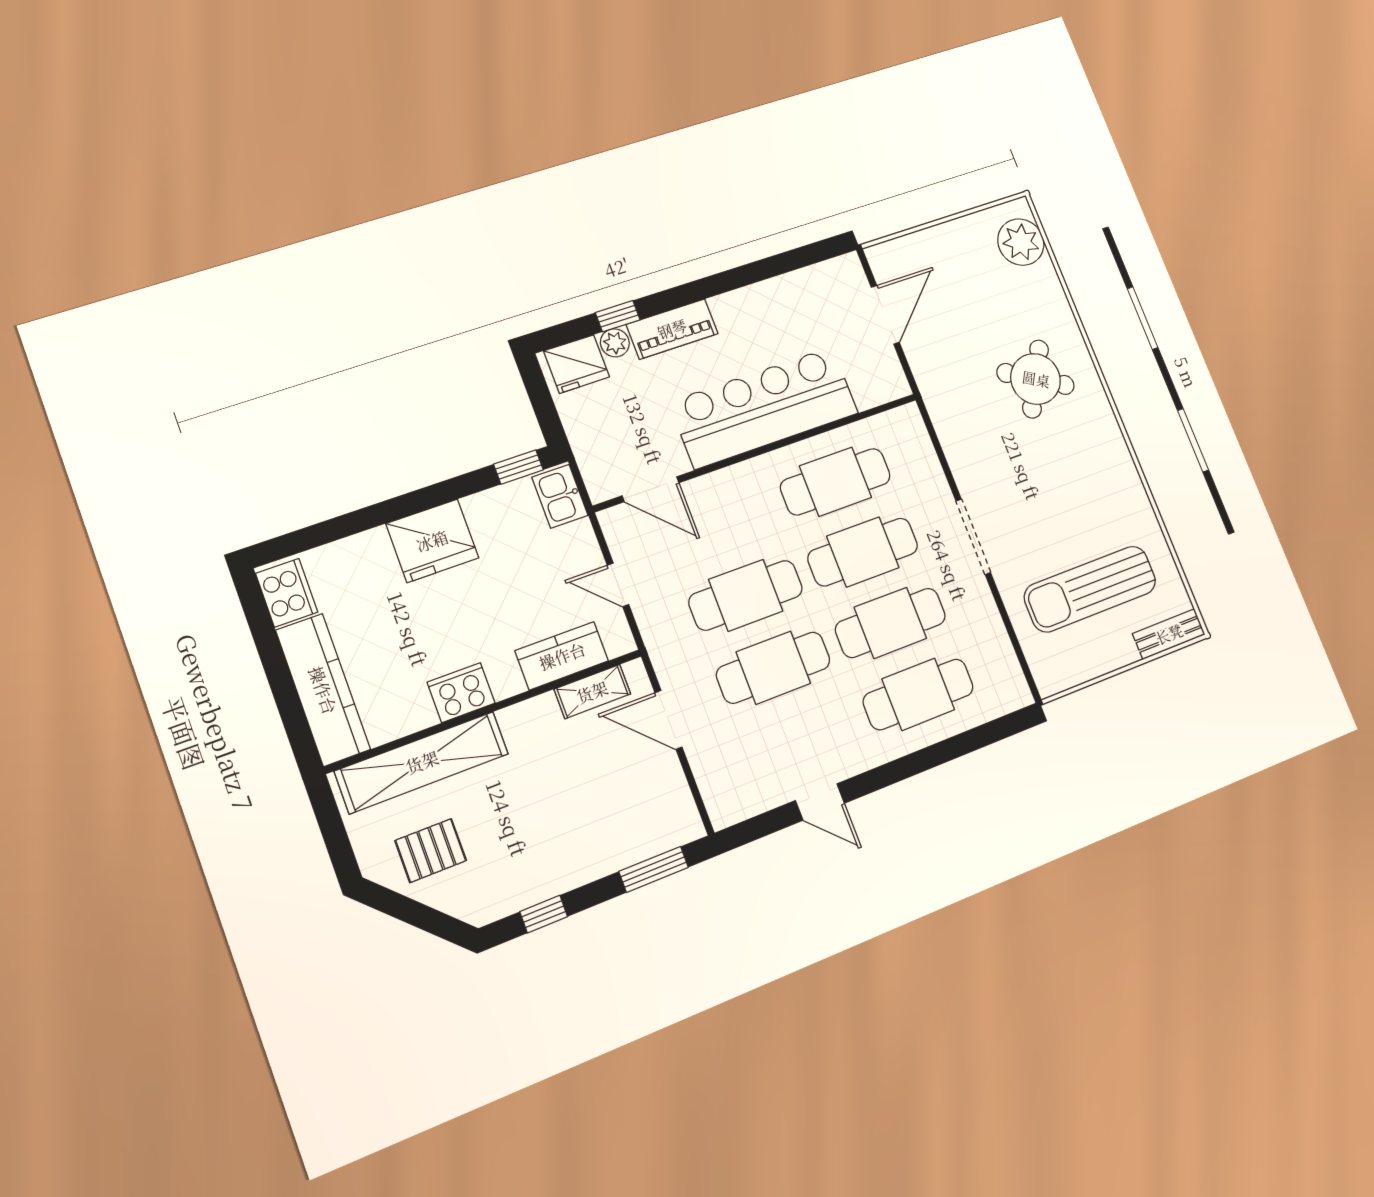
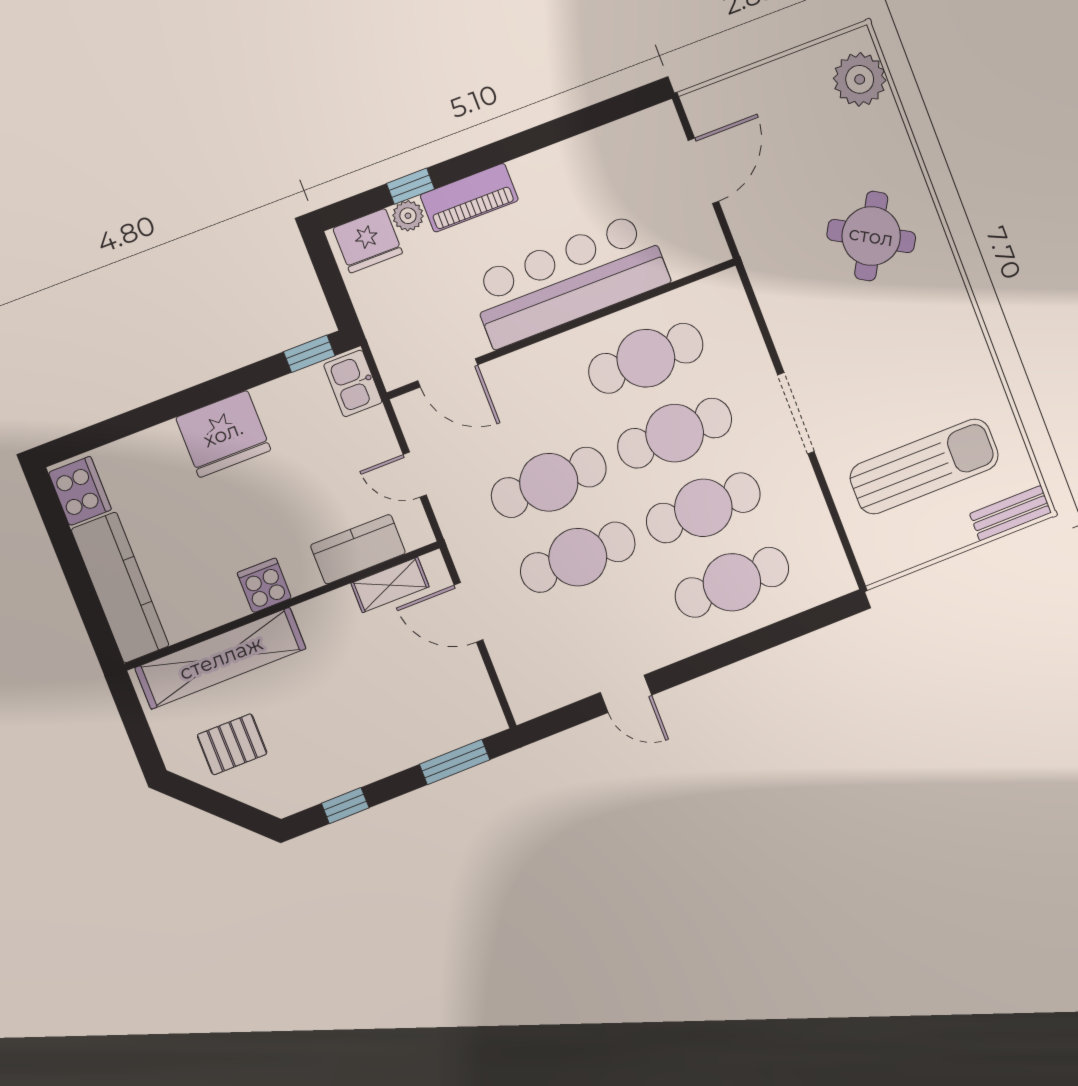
sun lounger: (1090, 589) -> (924, 466), turned 180
cooker: (461, 693) -> (264, 585), width x0.73

